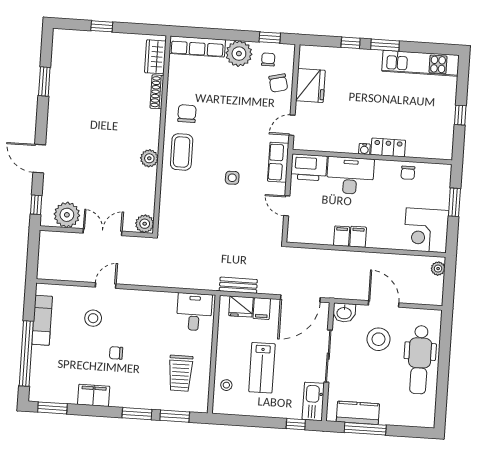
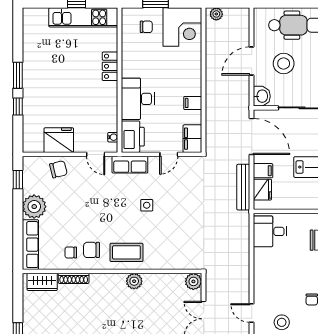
chair: (268, 60) -> (71, 252), moved
kitchen unit: (421, 63) -> (83, 17), moved, turned 90
water cooler: (364, 149) -> (113, 137), moved
chair: (408, 173) -> (146, 27), moved
filing cabinet: (358, 237) -> (192, 139), moved, width x2.00
bench: (238, 285) -> (243, 187), width x1.36

